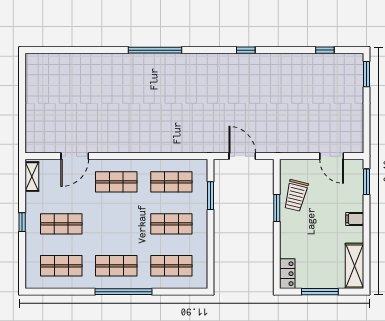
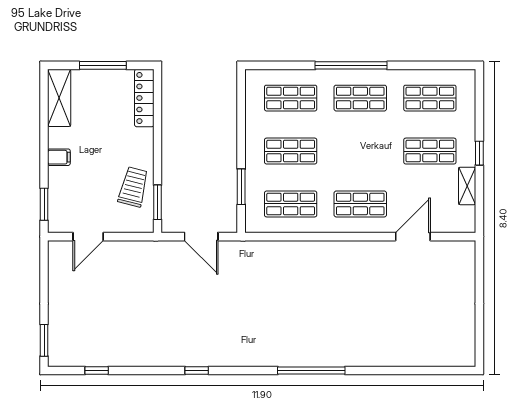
door: (332, 156) -> (88, 237), swing flipped
shelving: (32, 177) -> (467, 186), moved
window: (277, 208) -> (157, 202), moved
locker: (287, 274) -> (144, 98), width x1.53

